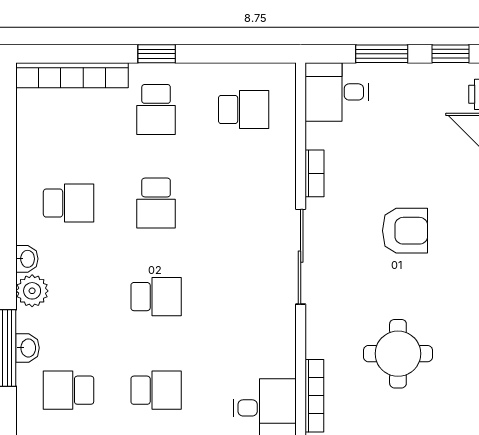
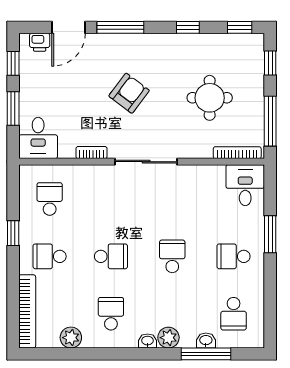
window: (157, 54) -> (13, 233), moved
school desk: (156, 109) -> (50, 256), turned 180
plant: (32, 142) -> (71, 338), added
armchair: (405, 231) -> (129, 93), turned 37
school desk: (156, 390) -> (234, 256), turned -90

